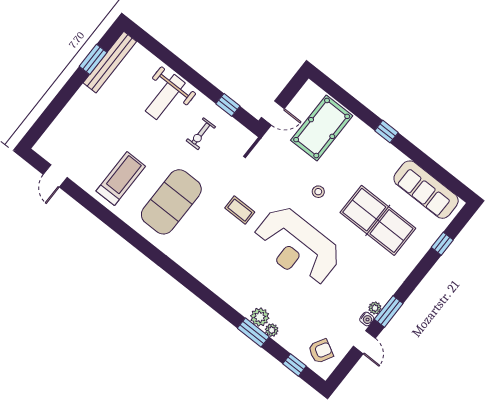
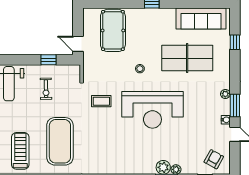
door: (273, 113) -> (78, 44), swing flipped
coffee table: (240, 210) -> (101, 101), moved
plant: (375, 308) -> (225, 94), moved

